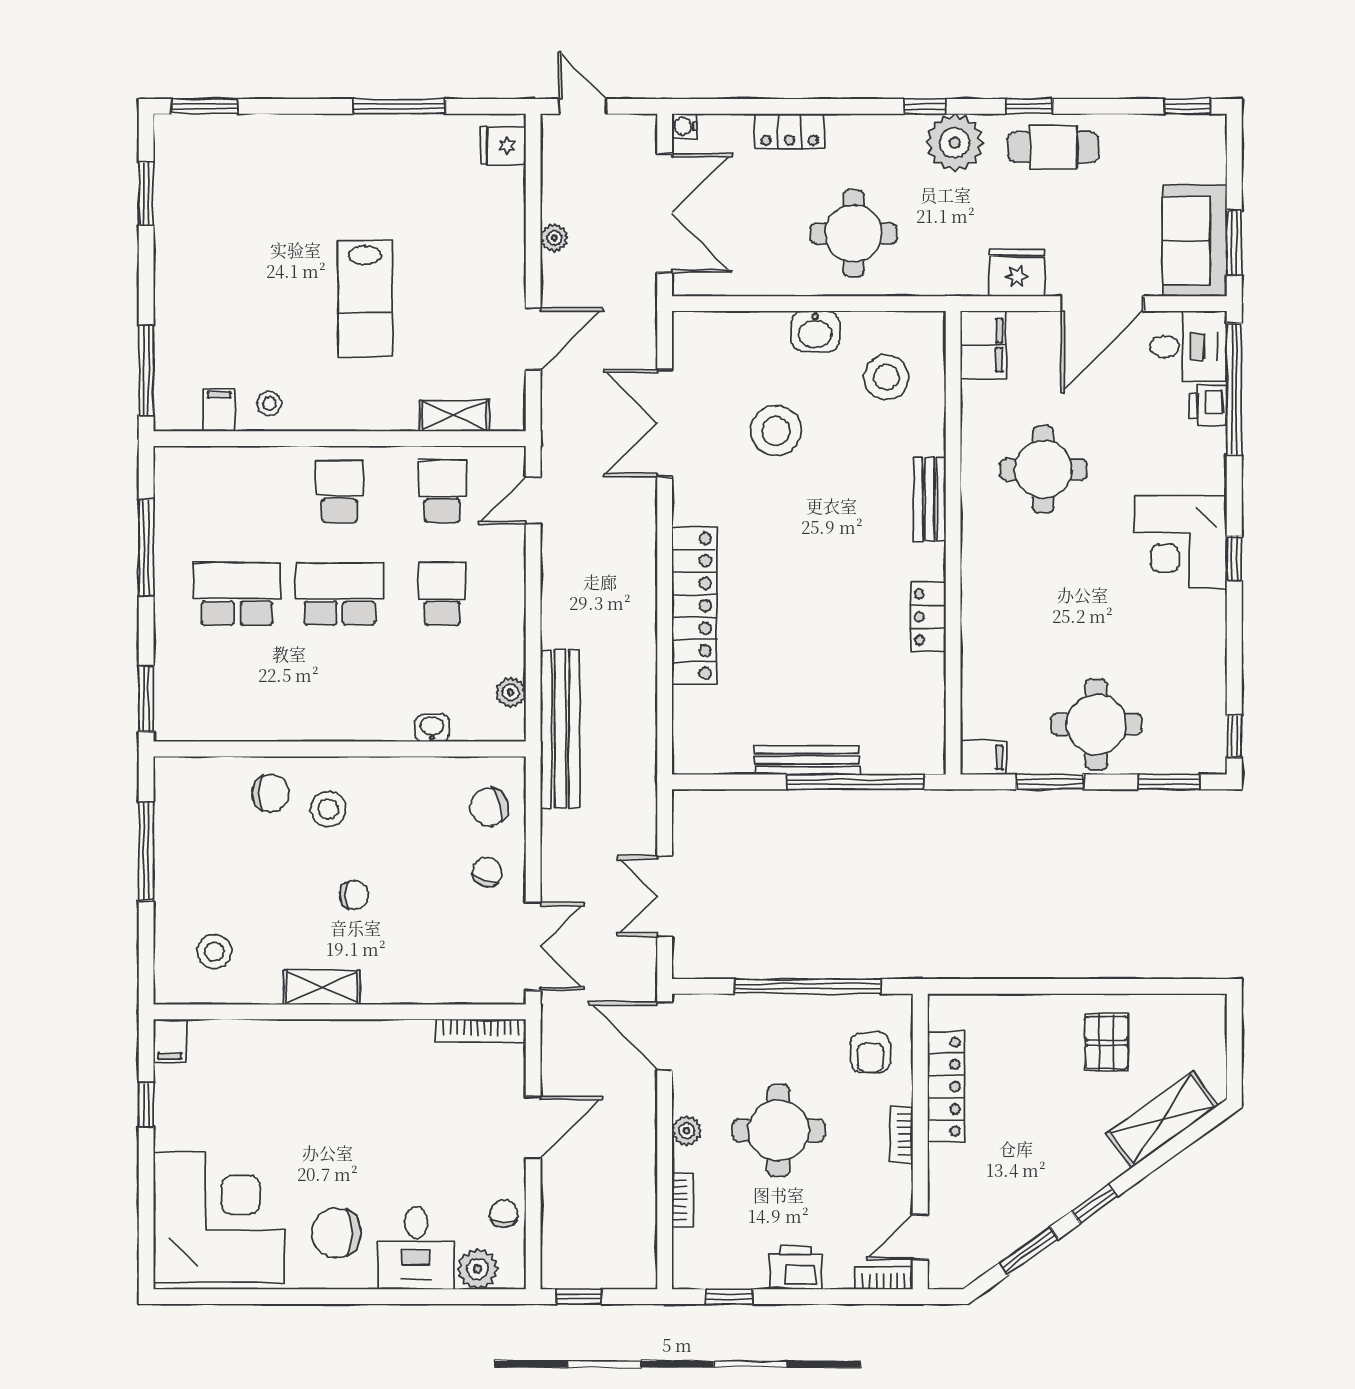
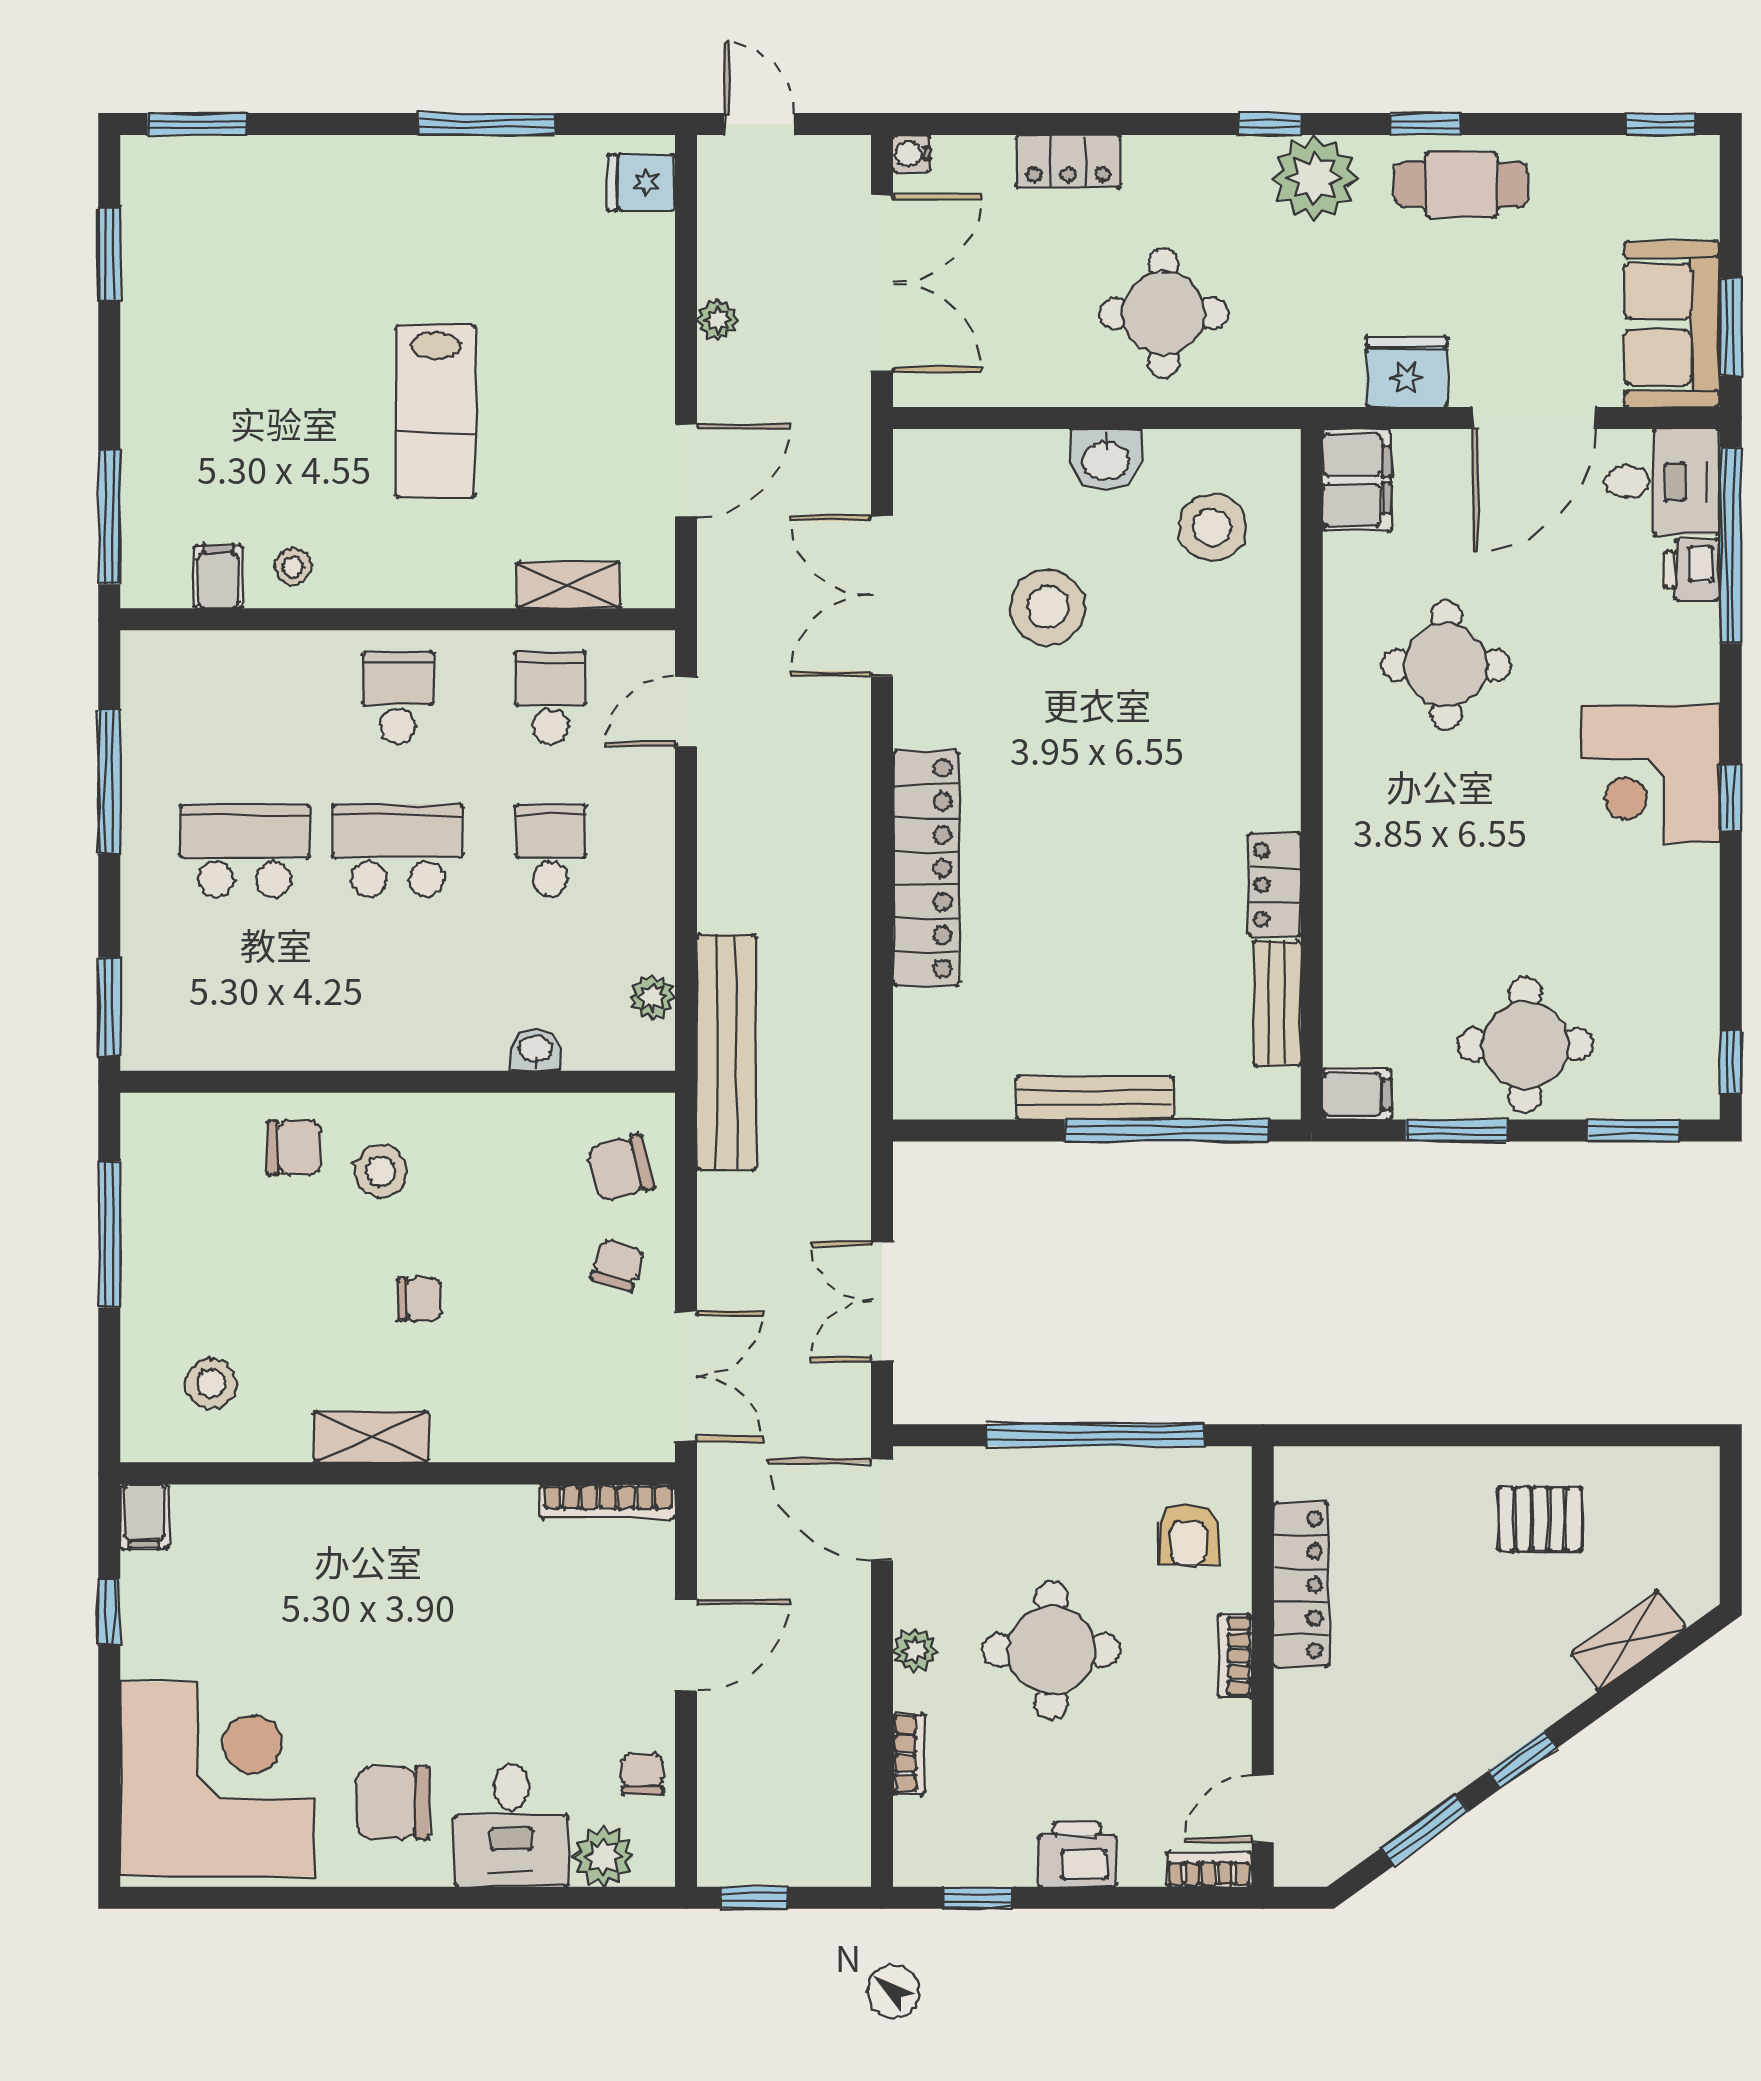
bench: (930, 499) -> (1277, 1003), moved
pallet: (1106, 1043) -> (1540, 1519), turned 90
shelving: (1162, 1120) -> (1628, 1640), width x0.67, depth x0.75

